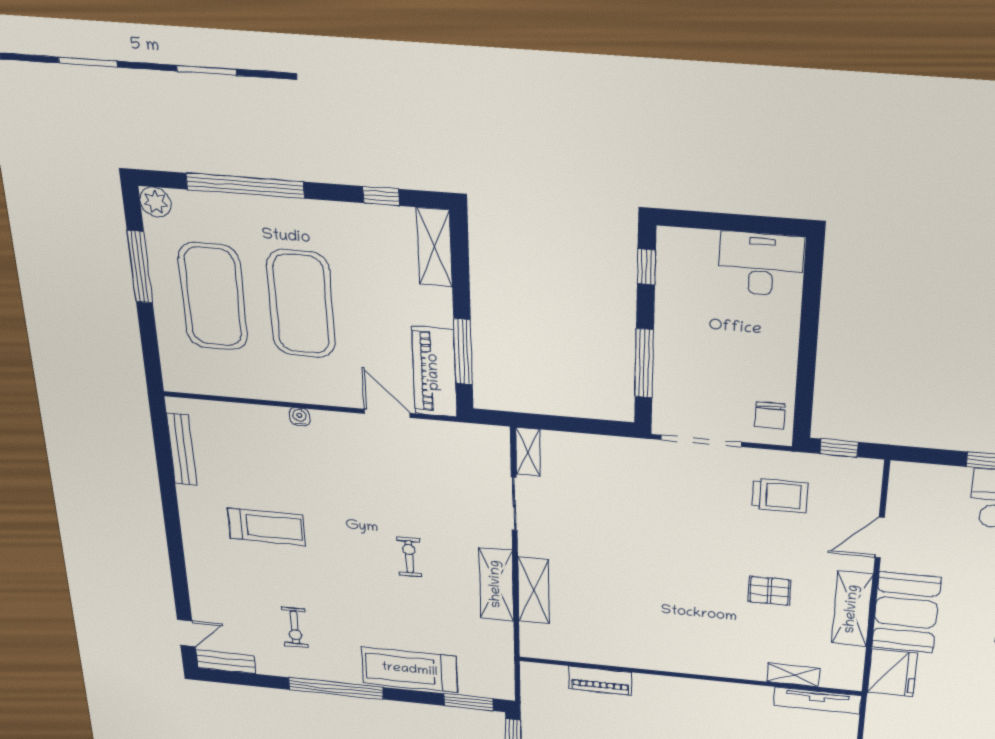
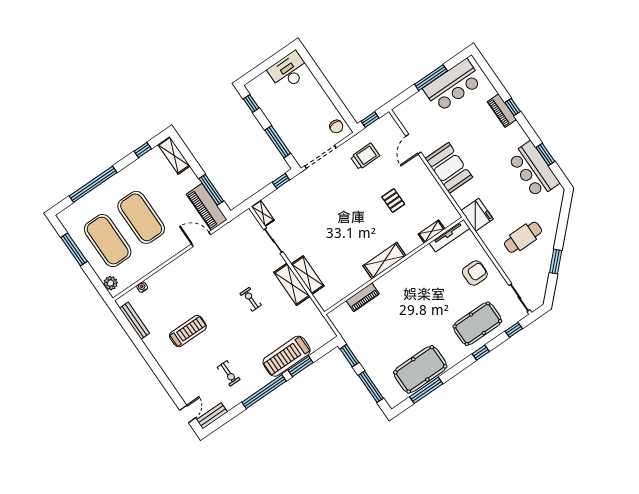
plant: (155, 202) -> (111, 283), moved
water cooler: (300, 417) -> (142, 287), moved
window: (600, 427) -> (281, 181), added
pallet: (770, 591) -> (393, 201), turned 90
shelving: (852, 609) -> (384, 261), moved, turned 90
fridge: (892, 673) -> (477, 215), moved
window: (469, 702) -> (301, 366), moved

